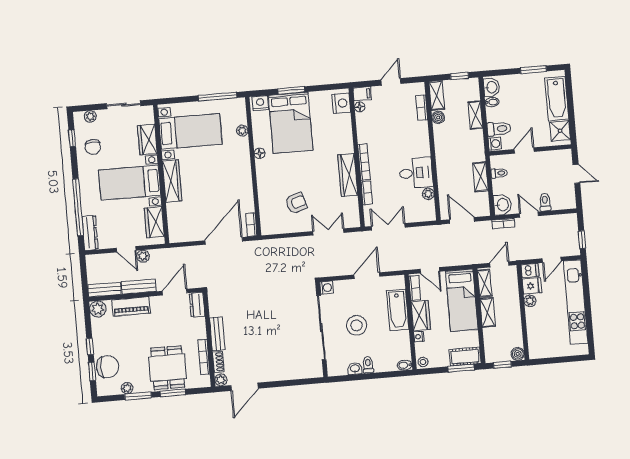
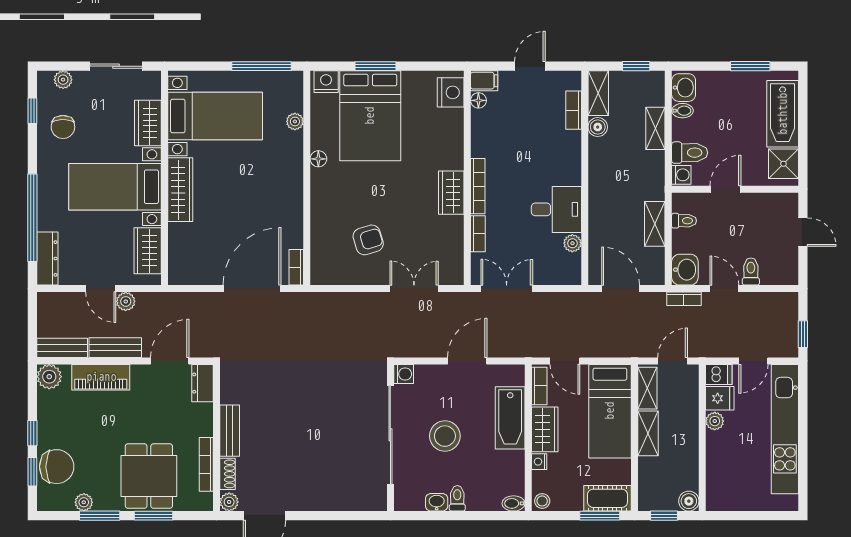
wardrobe: (348, 175) -> (451, 193), width x0.67

